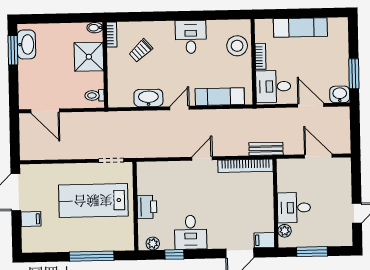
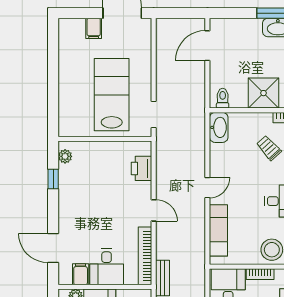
washbasin: (148, 98) -> (219, 127), moved
door: (180, 108) -> (207, 188), hinge flipped
printer: (147, 207) -> (141, 168), moved, turned 90
desk: (191, 232) -> (107, 267), moved, turned -90
filing cabinet: (264, 240) -> (81, 274), moved
window: (92, 256) -> (53, 92), removed

